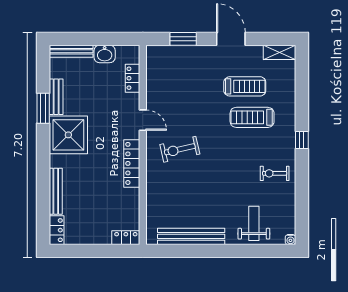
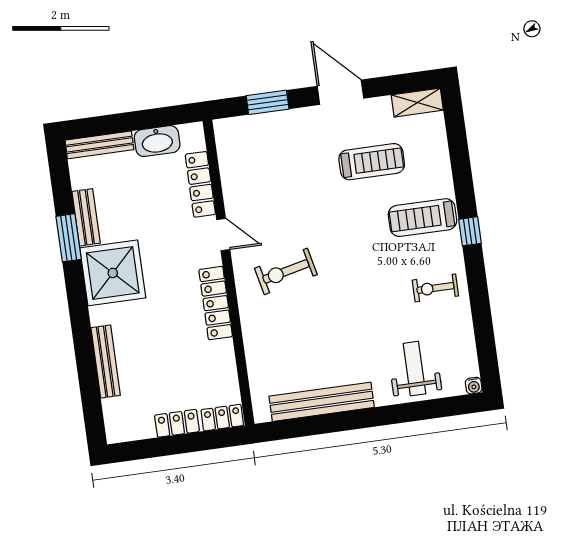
washbasin: (105, 54) -> (157, 141), width x1.38
locker: (133, 78) -> (200, 184), width x1.53
treadmill: (252, 117) -> (422, 218), moved
locker: (57, 230) -> (177, 423), moved, turned -90

